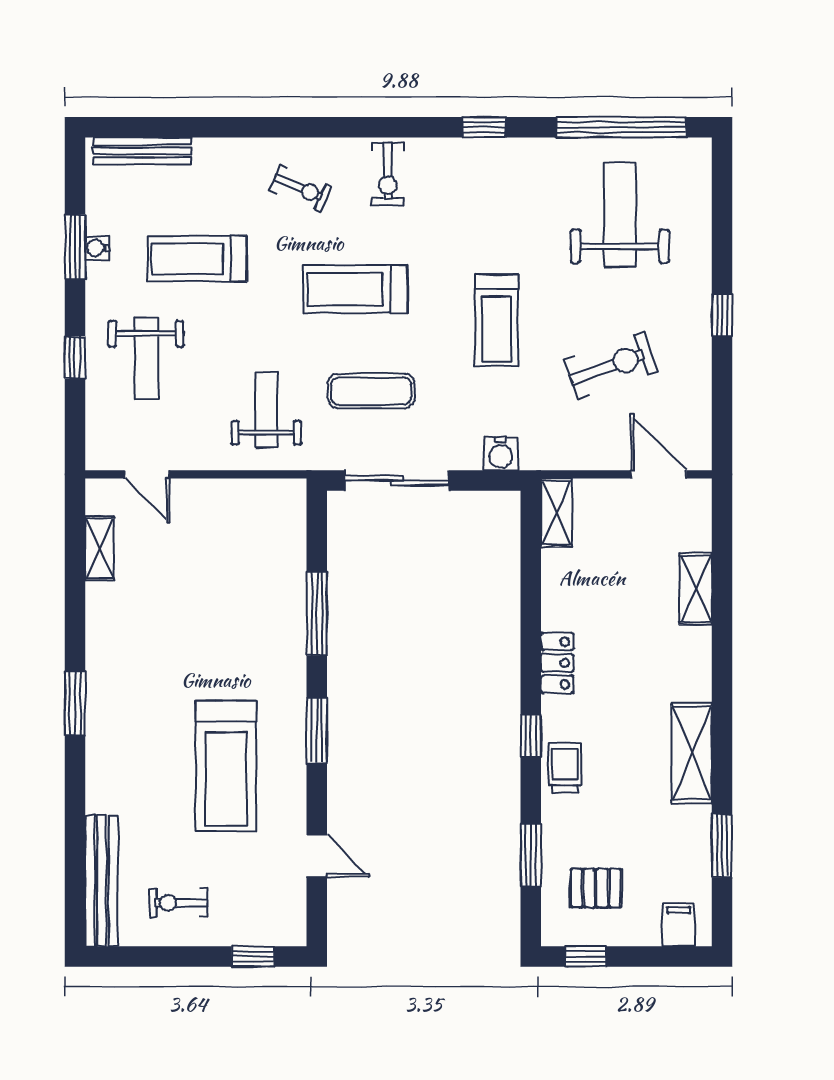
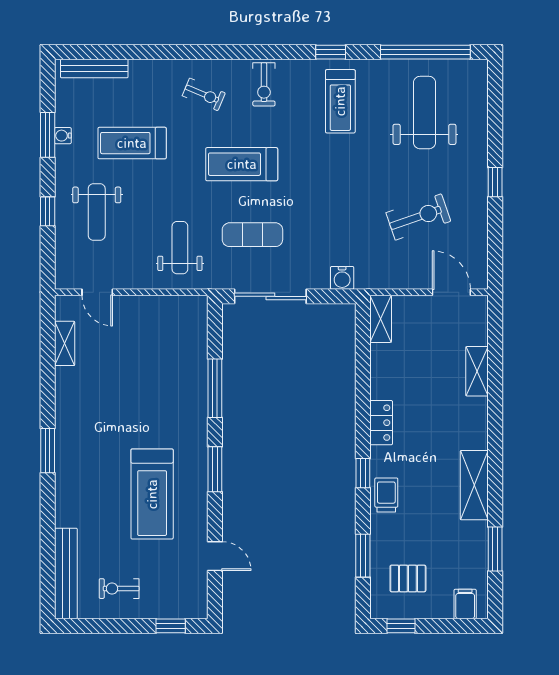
treadmill: (497, 320) -> (340, 101), moved

